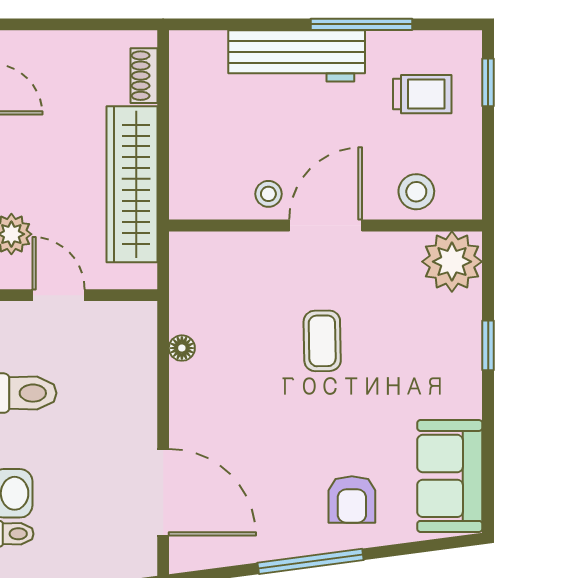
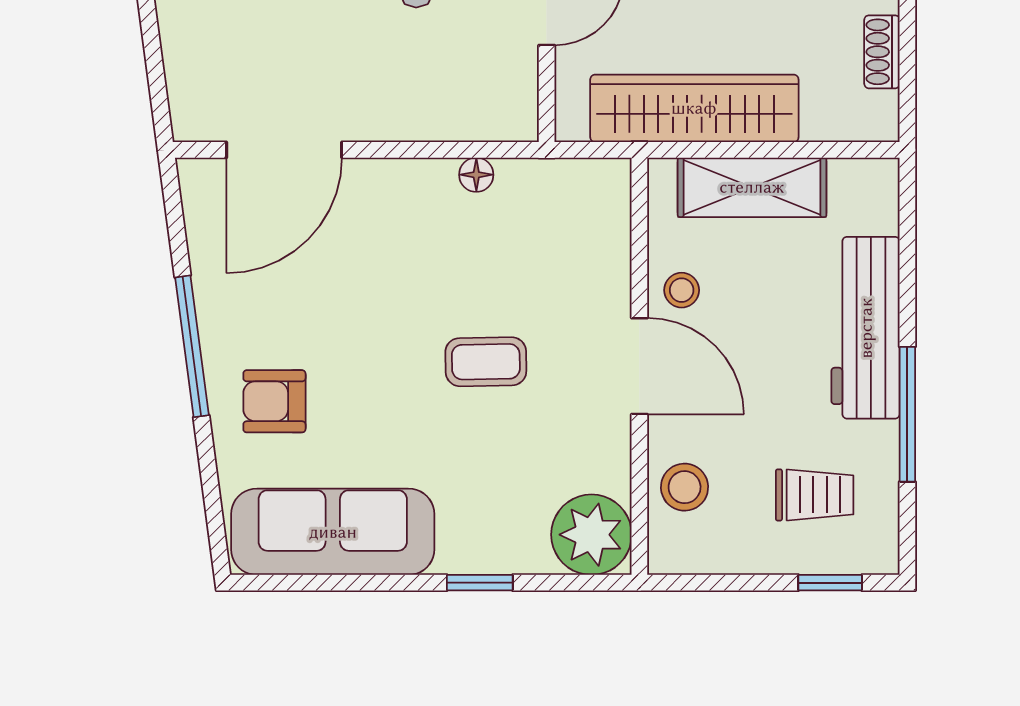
shoe rack: (144, 76) -> (882, 52), moved, turned -90
trolley: (422, 94) -> (815, 495), turned -90
shelving: (191, 141) -> (752, 187), added
sofa: (450, 476) -> (333, 532), width x1.36

